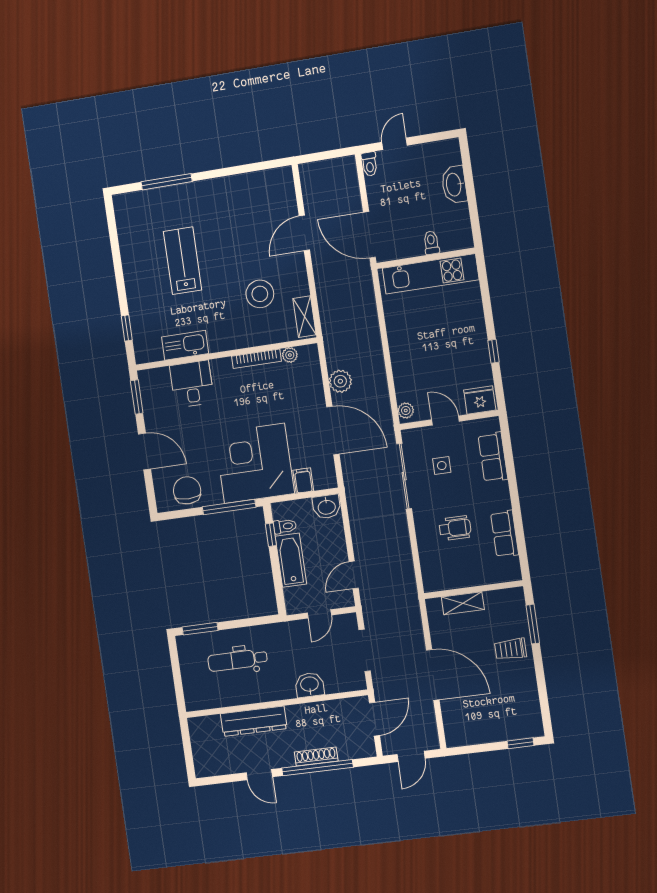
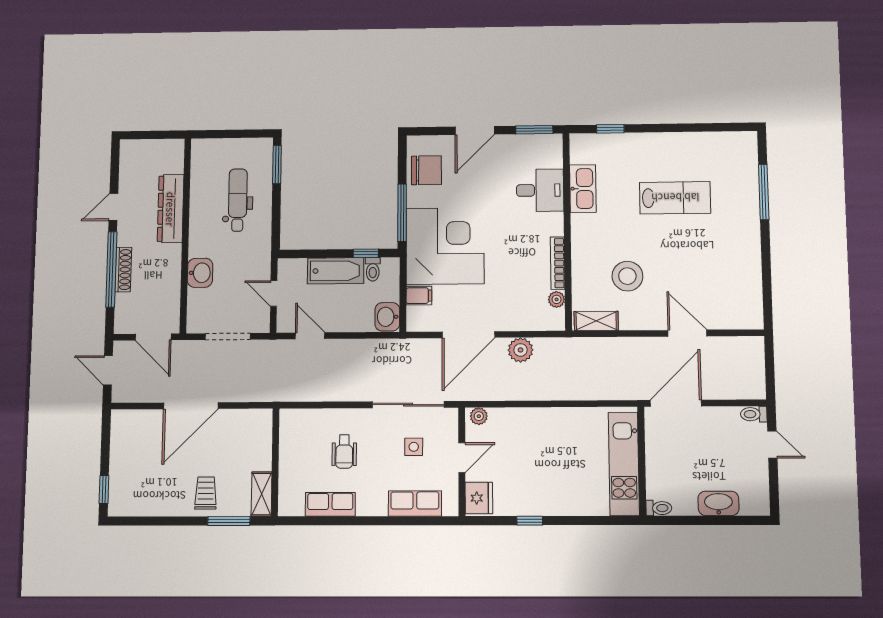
toilet: (431, 243) -> (659, 508), moved
shelving: (463, 603) -> (262, 494), moved

